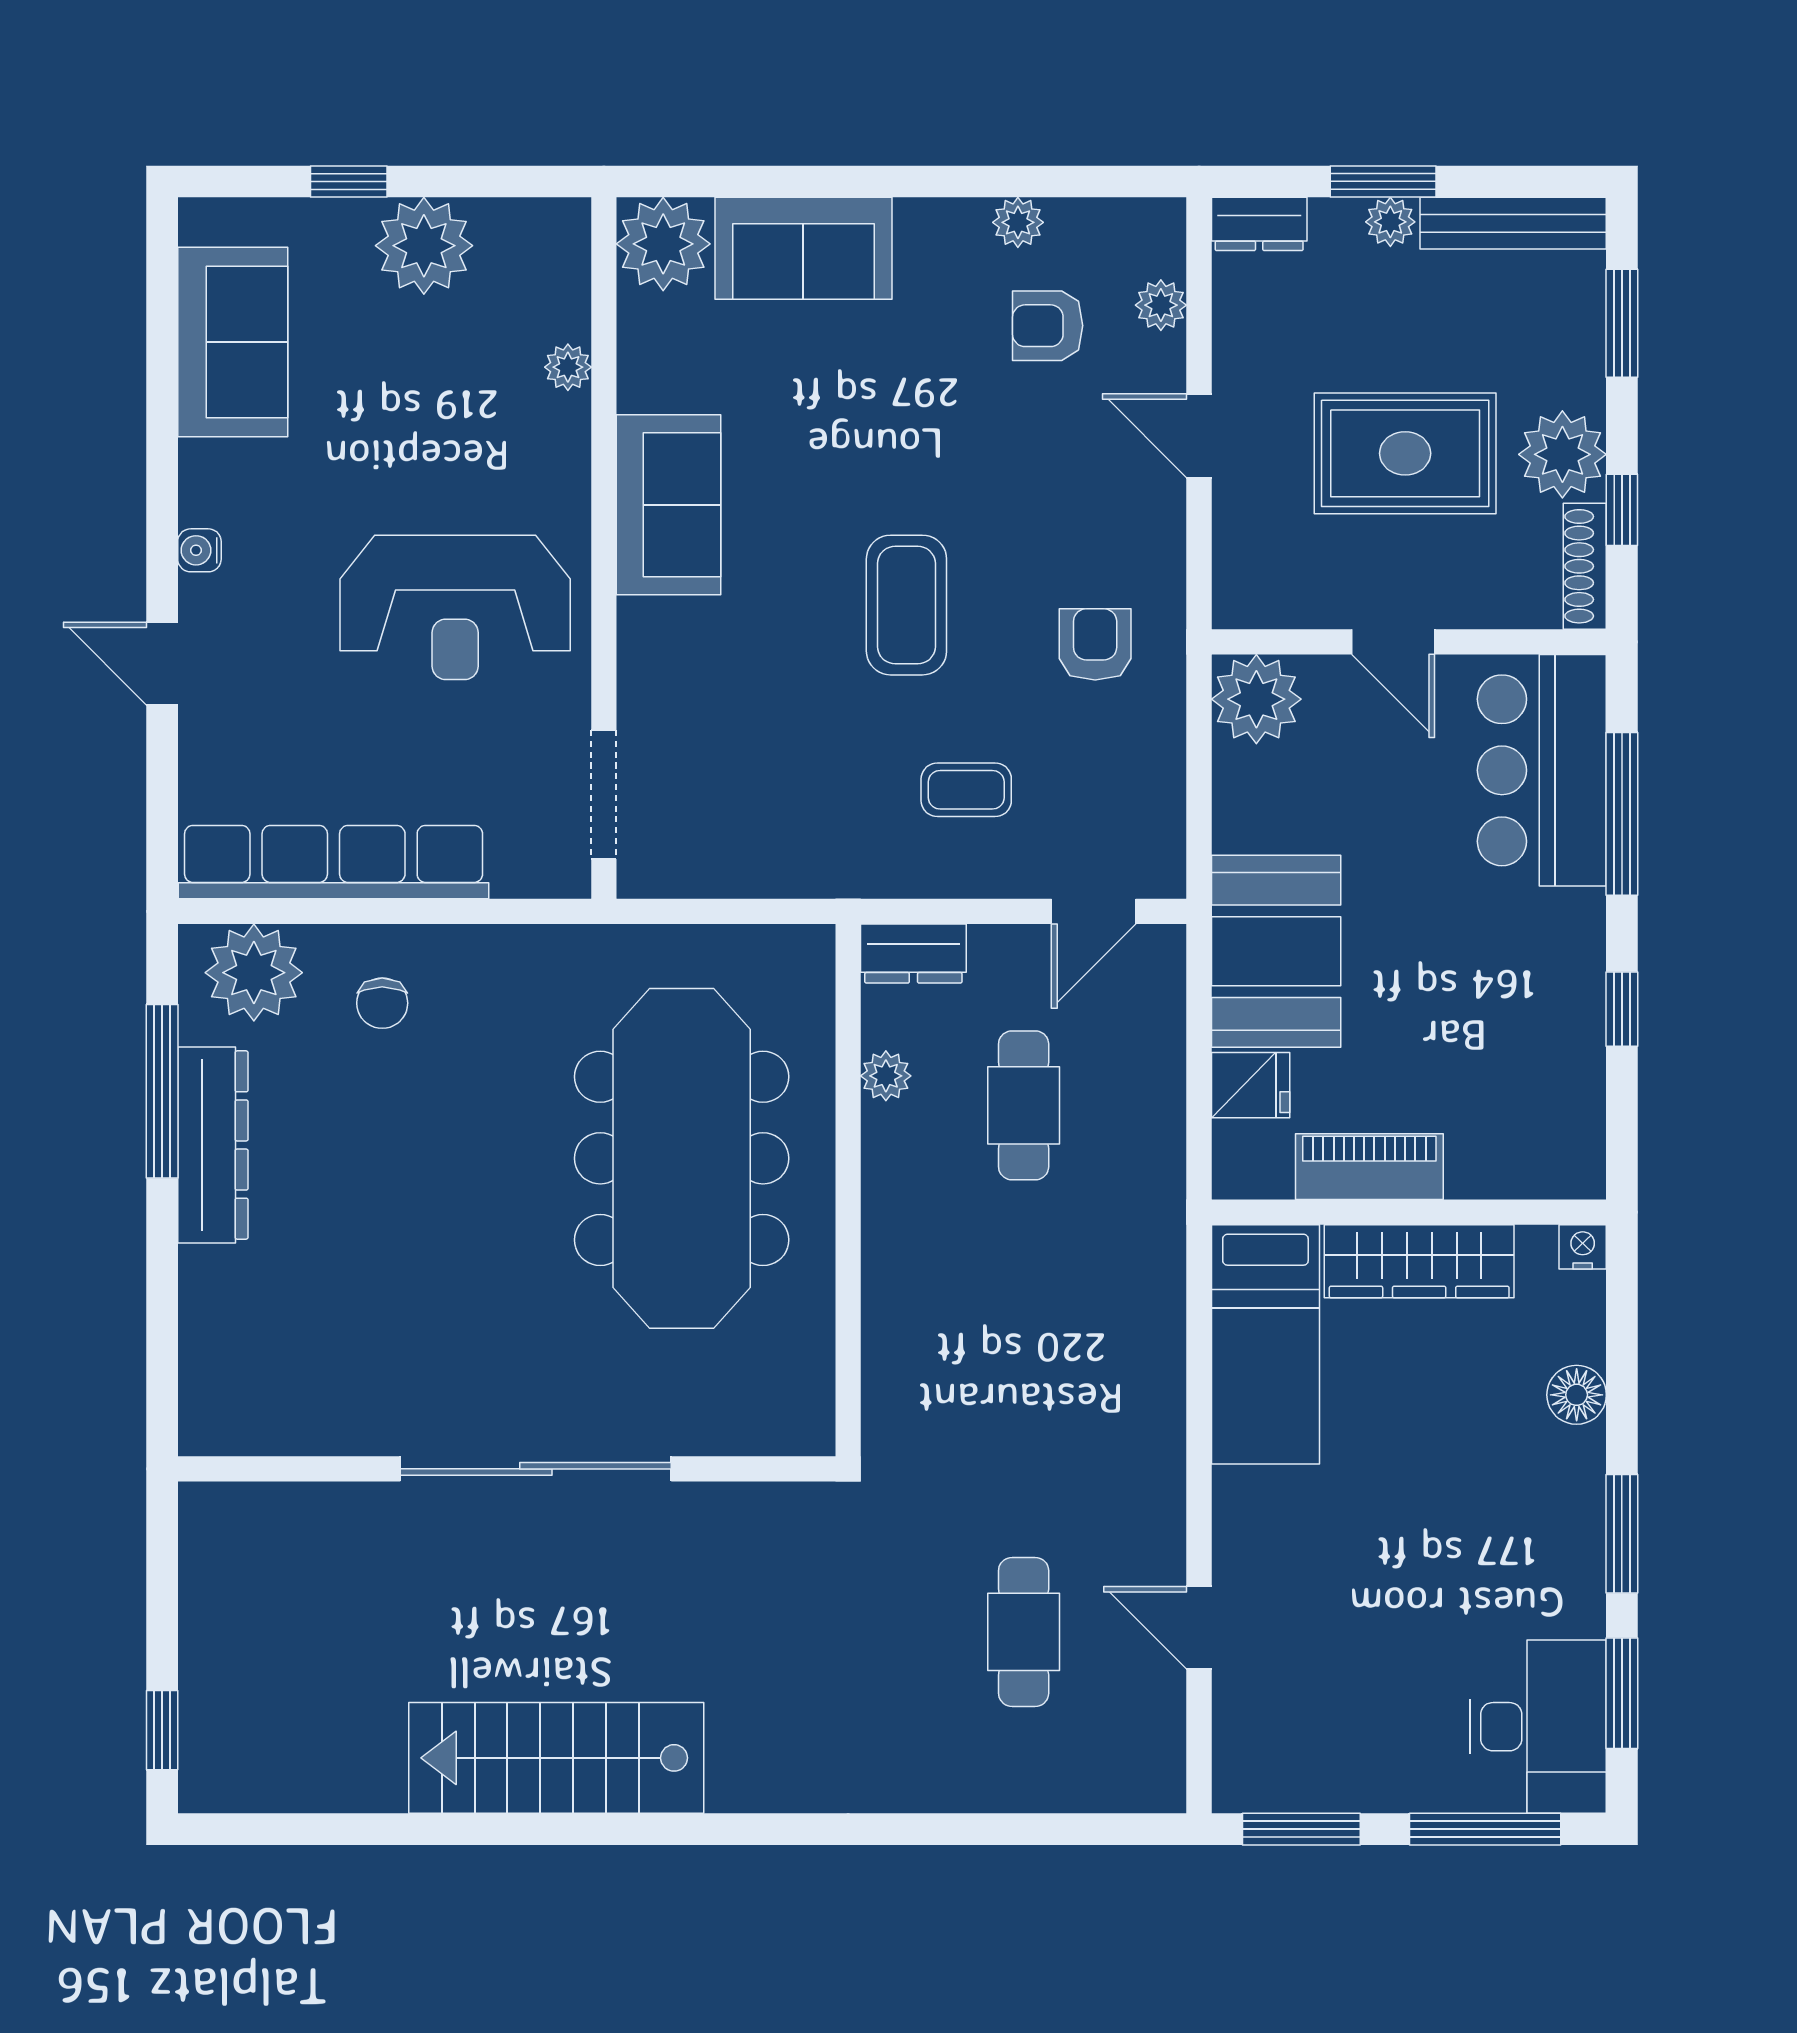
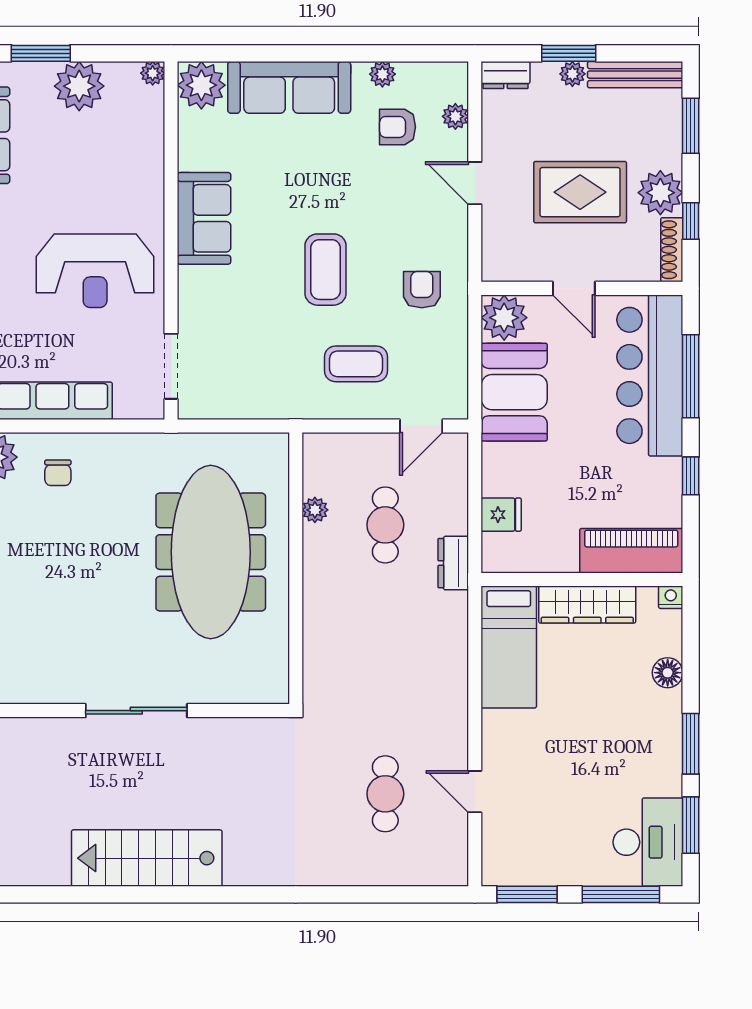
window: (349, 181) -> (41, 53), width x1.50
sofa: (803, 248) -> (289, 87), width x1.36
plant: (568, 367) -> (153, 73), moved
bar counter: (1542, 770) -> (650, 375), width x1.36
coffee table: (966, 790) -> (356, 364), width x1.36, depth x1.30
booth: (1276, 951) -> (514, 392), moved
dresser: (913, 953) -> (453, 563), moved, turned 90
piano: (1369, 1167) -> (631, 551), moved, width x1.37, depth x1.33
sliding door: (536, 1469) -> (136, 711), width x0.73

